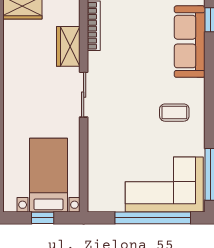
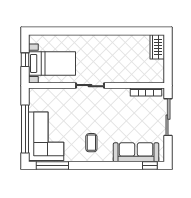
wardrobe: (68, 46) -> (133, 76), removed
sliding door: (84, 95) -> (90, 86), moved

